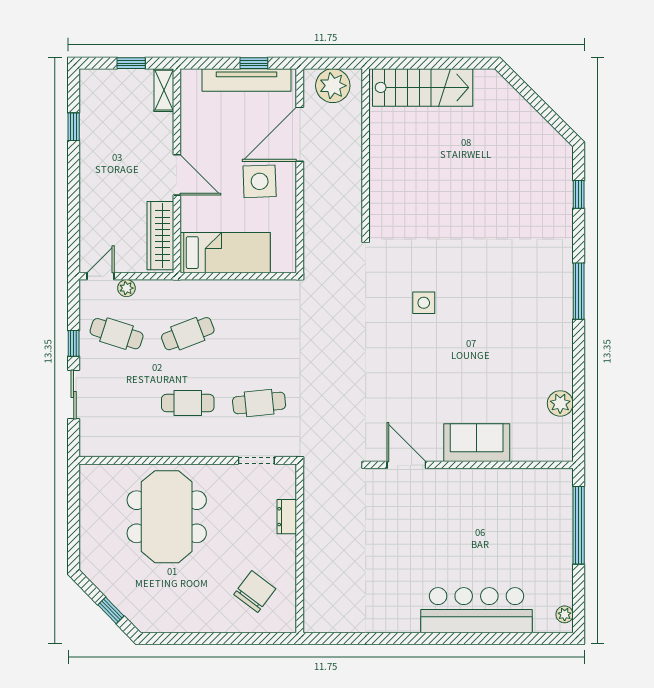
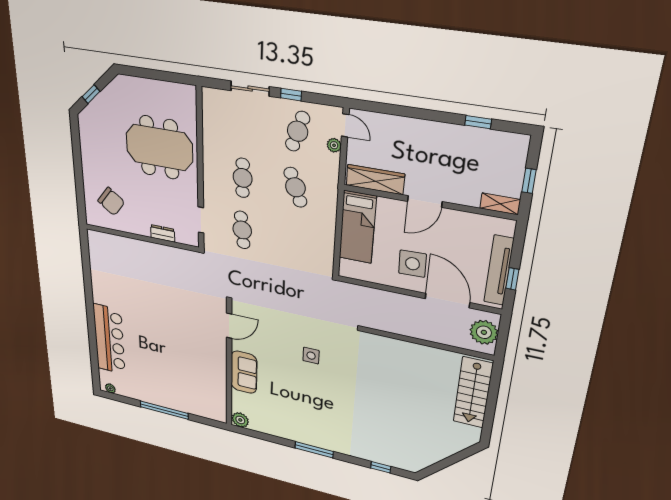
sofa: (477, 443) -> (244, 372), moved
door: (406, 465) -> (229, 326), moved
wall: (471, 465) -> (229, 365), moved

